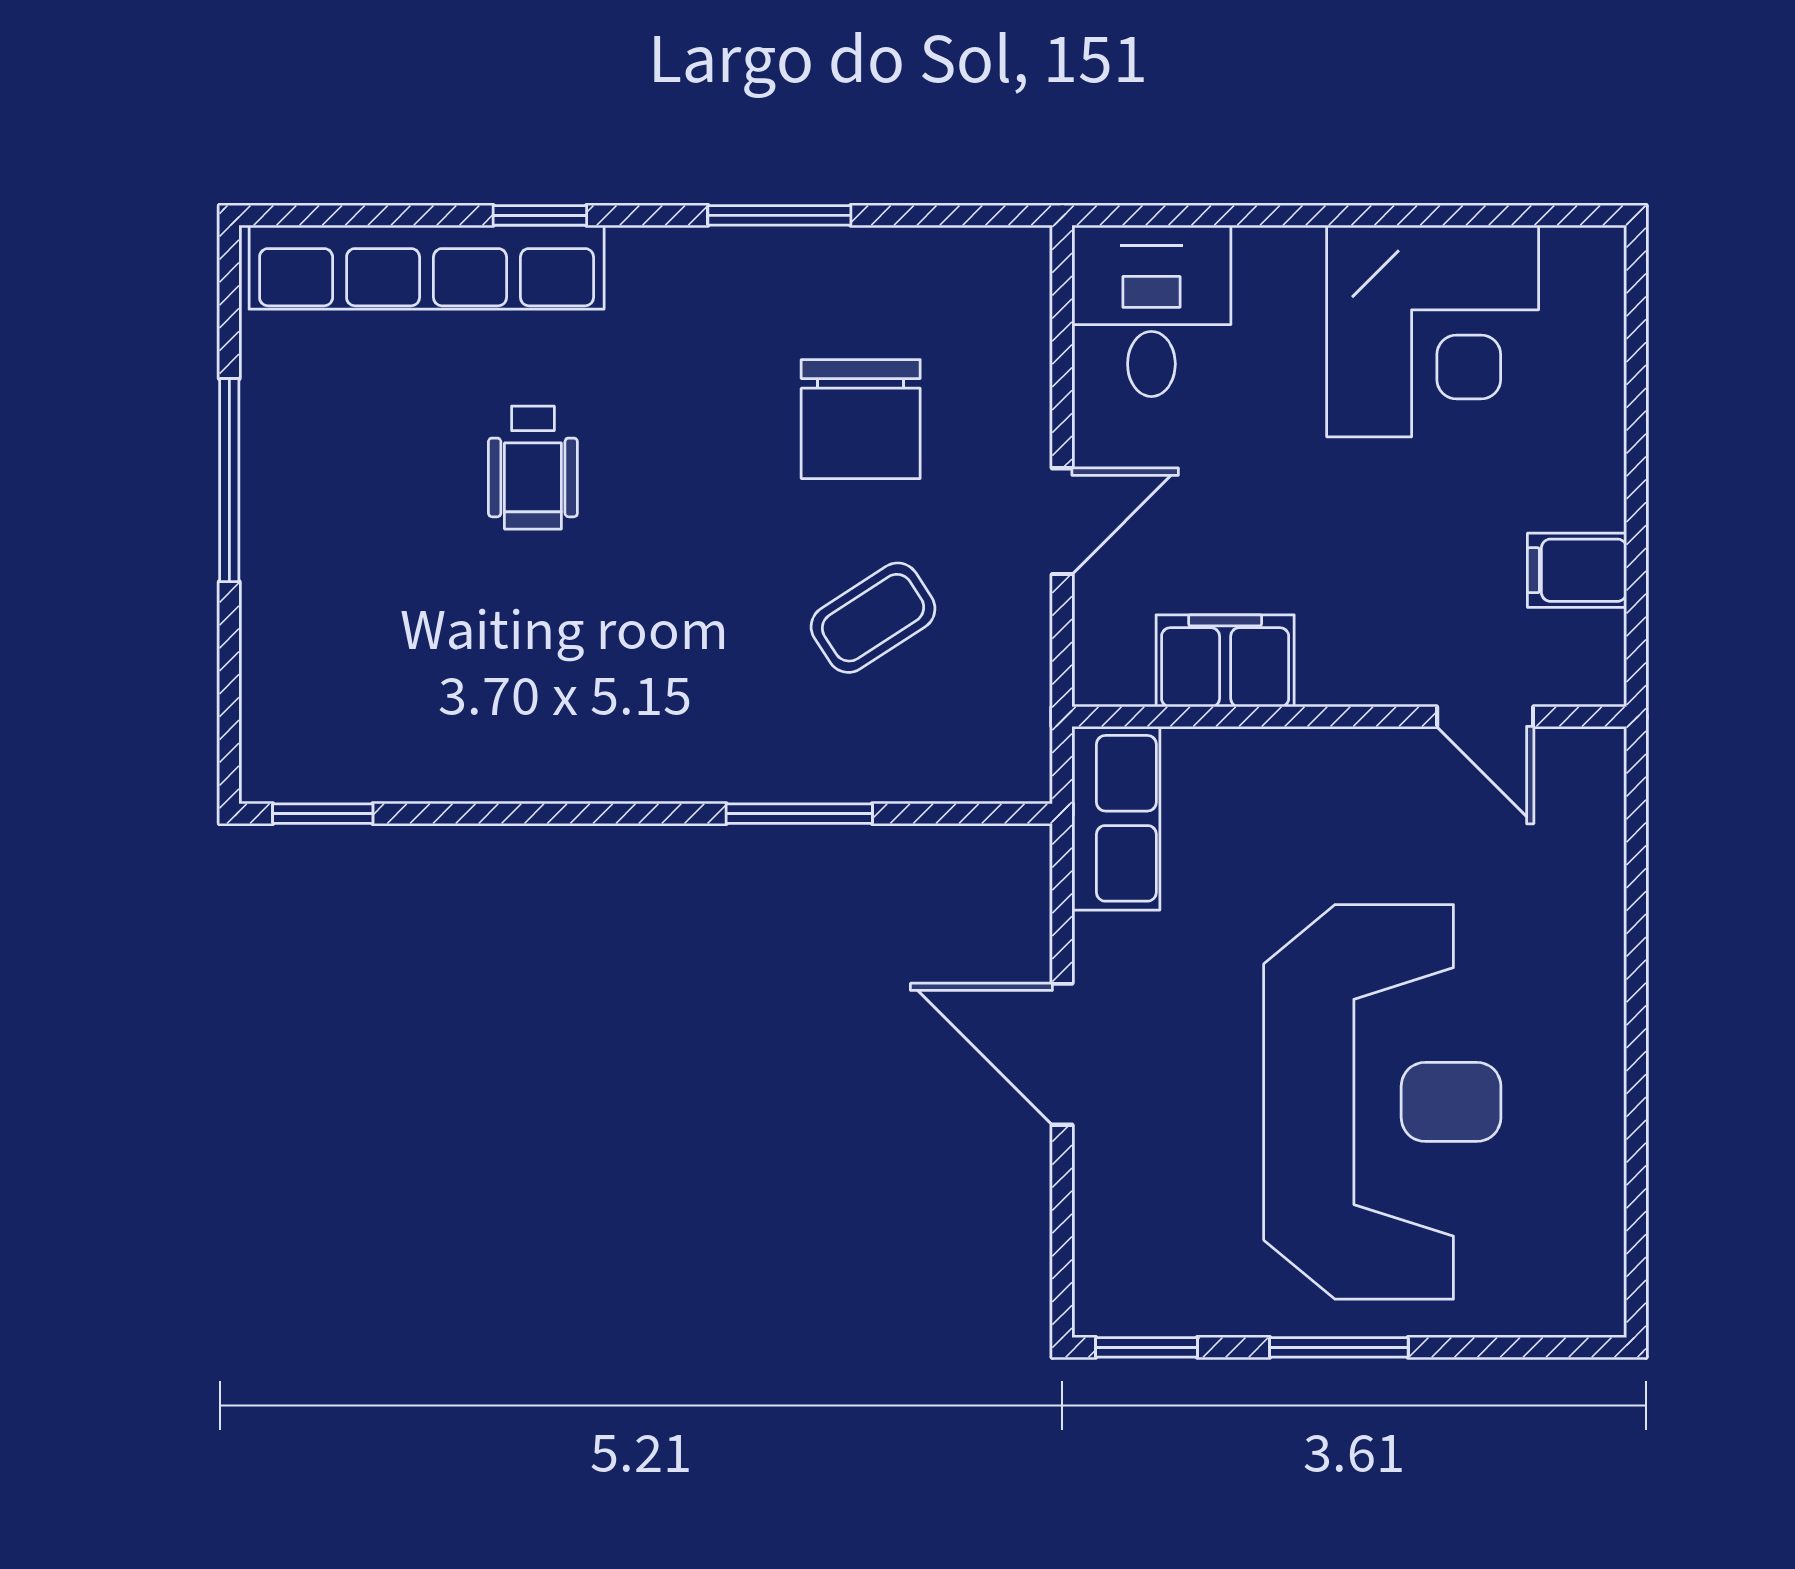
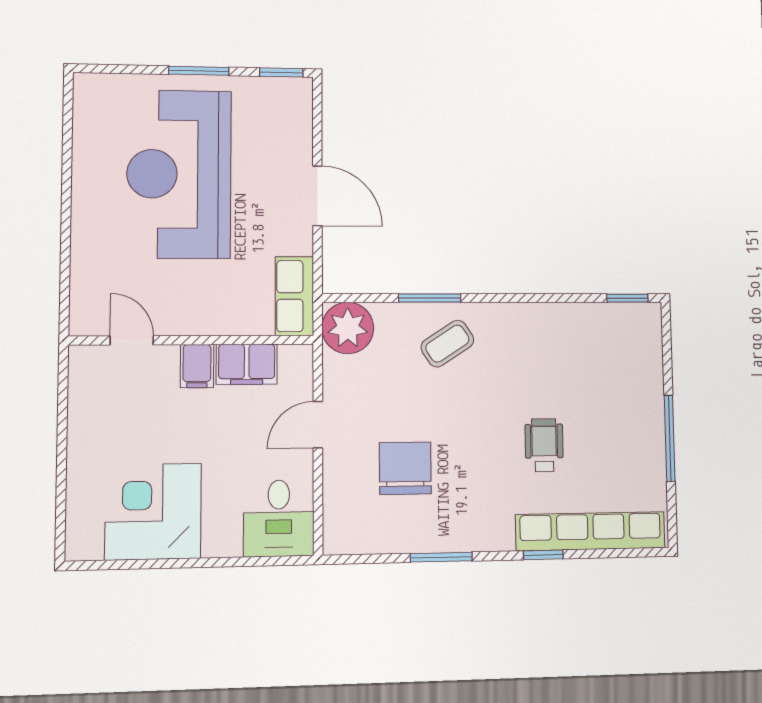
filing cabinet: (1577, 570) -> (197, 366), moved, turned 90
coffee table: (873, 618) -> (447, 344), moved
plant: (992, 744) -> (348, 328), added

